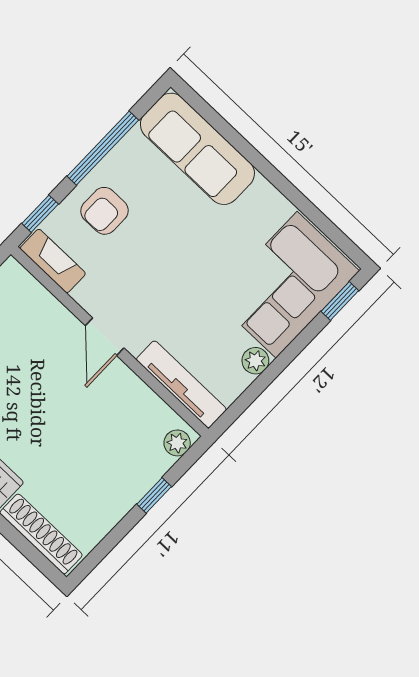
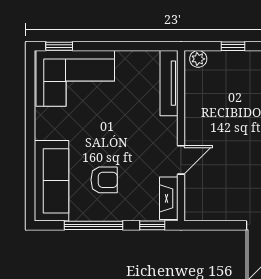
armchair: (105, 211) -> (104, 180), moved
door: (105, 337) -> (181, 160), moved
plant: (255, 361) -> (125, 59), removed

